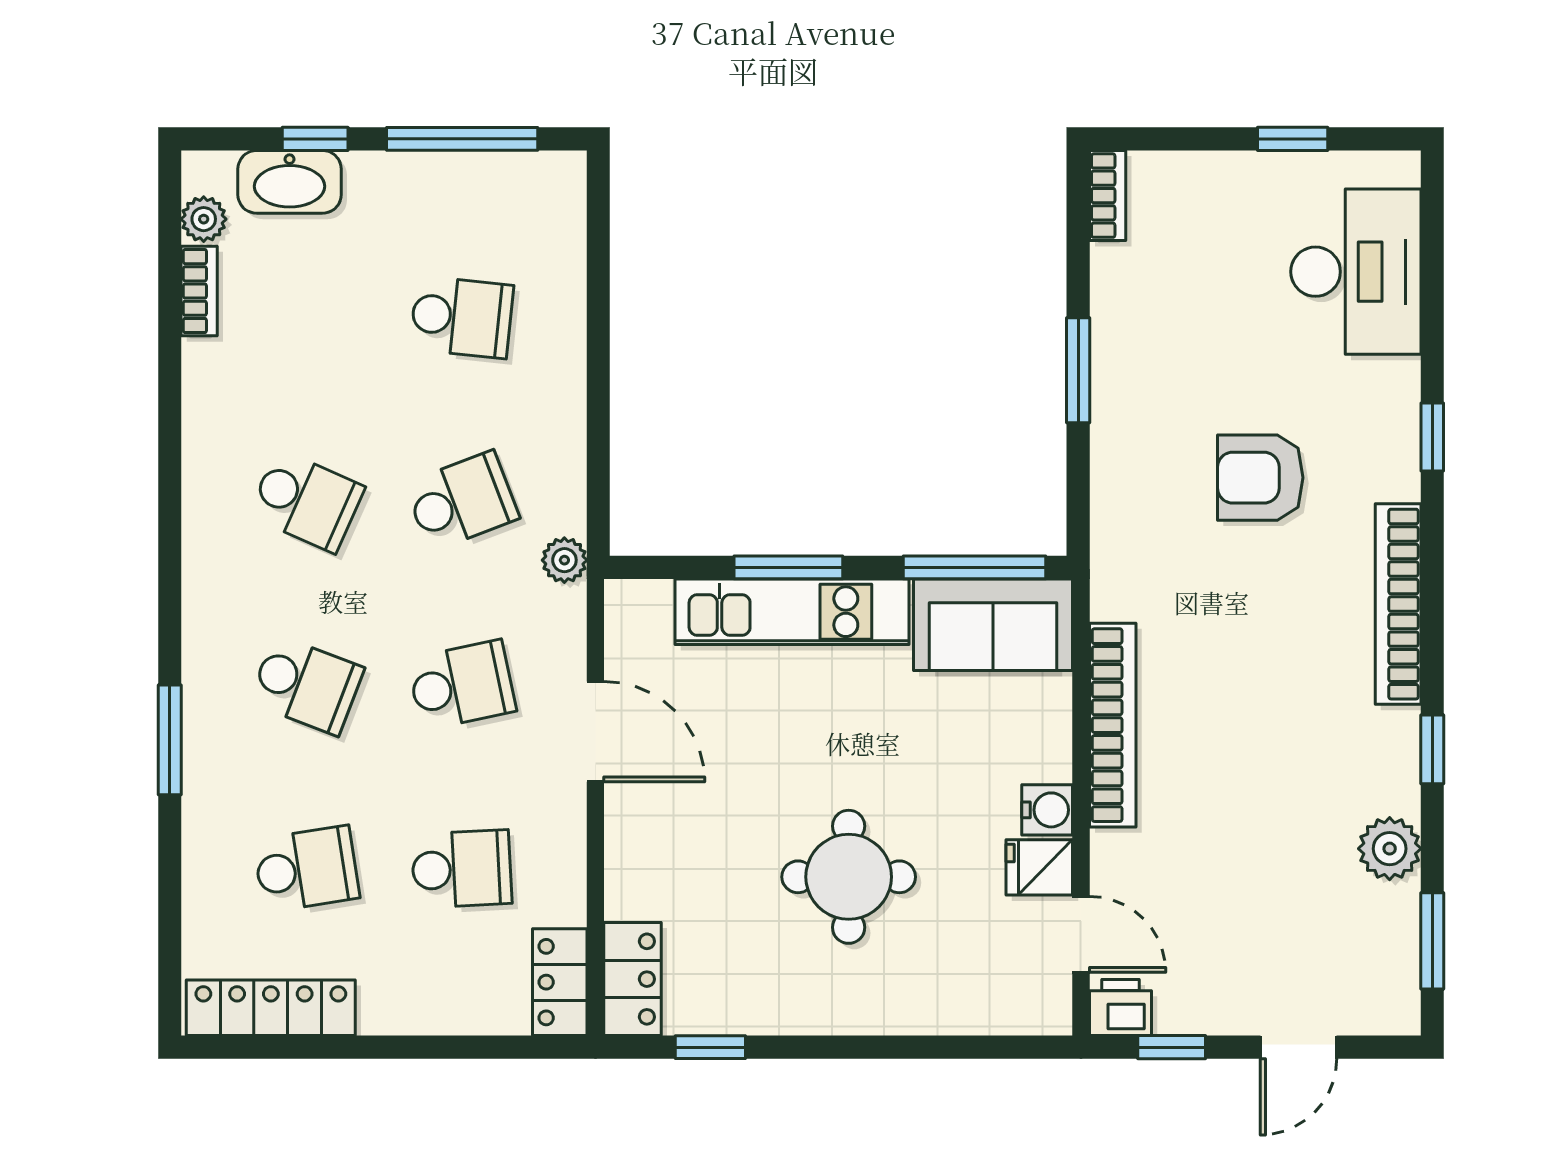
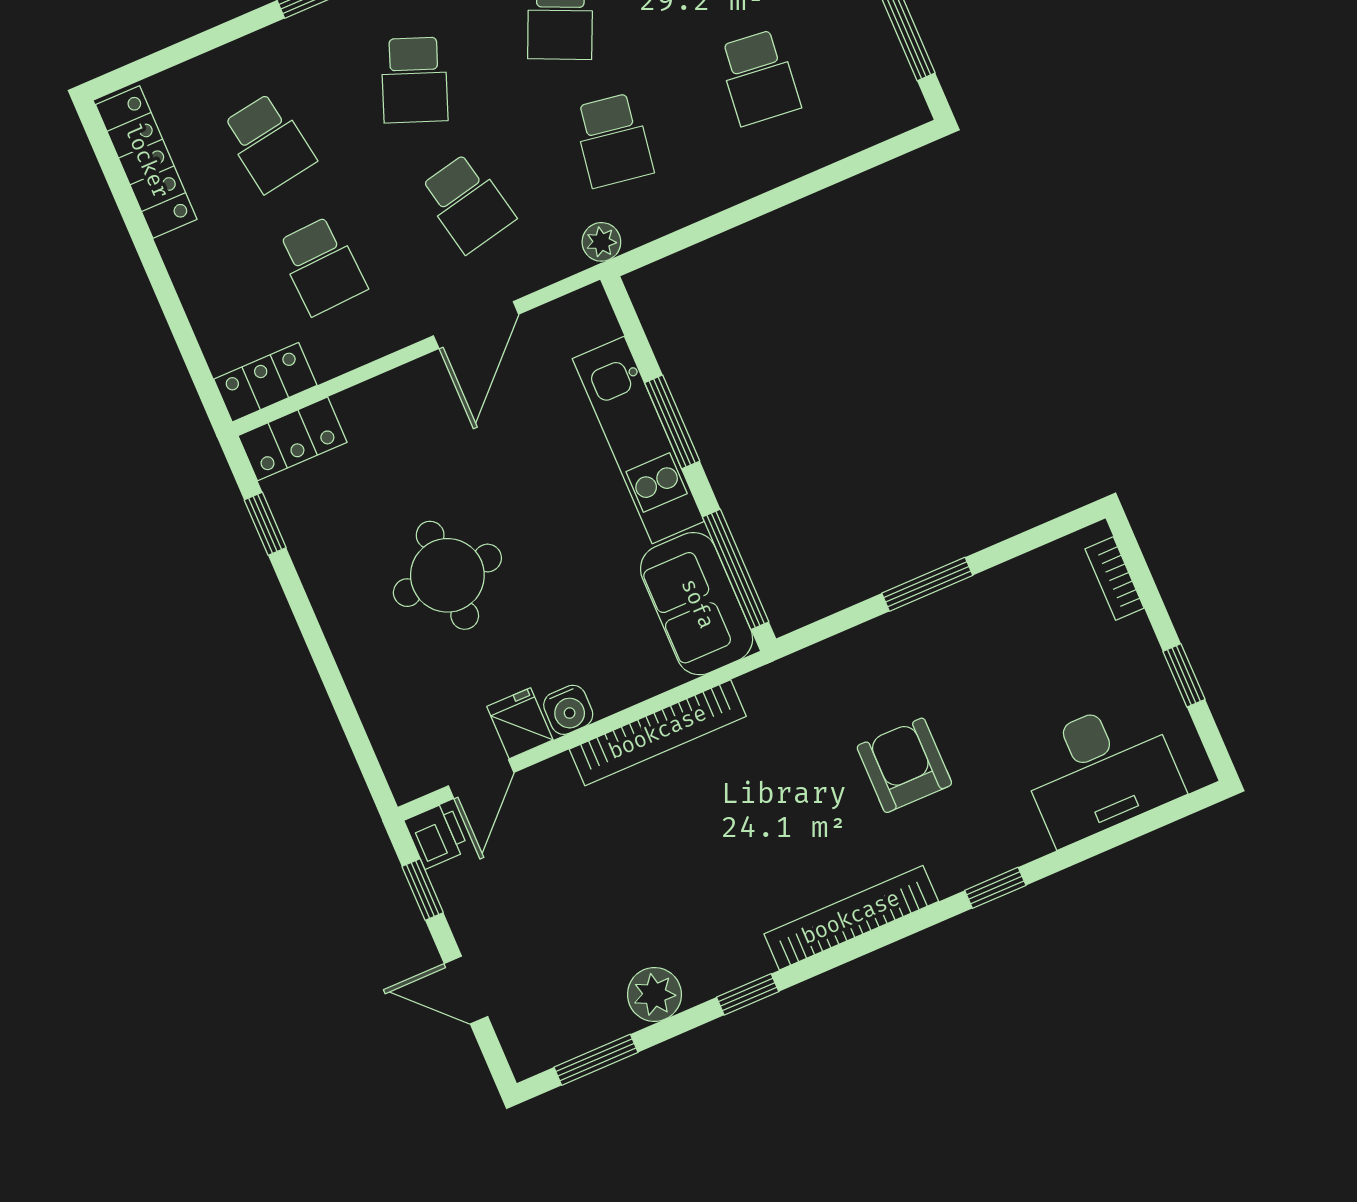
bookcase: (1108, 196) -> (1115, 579), moved, turned 90
school desk: (462, 501) -> (613, 140), turned 30

